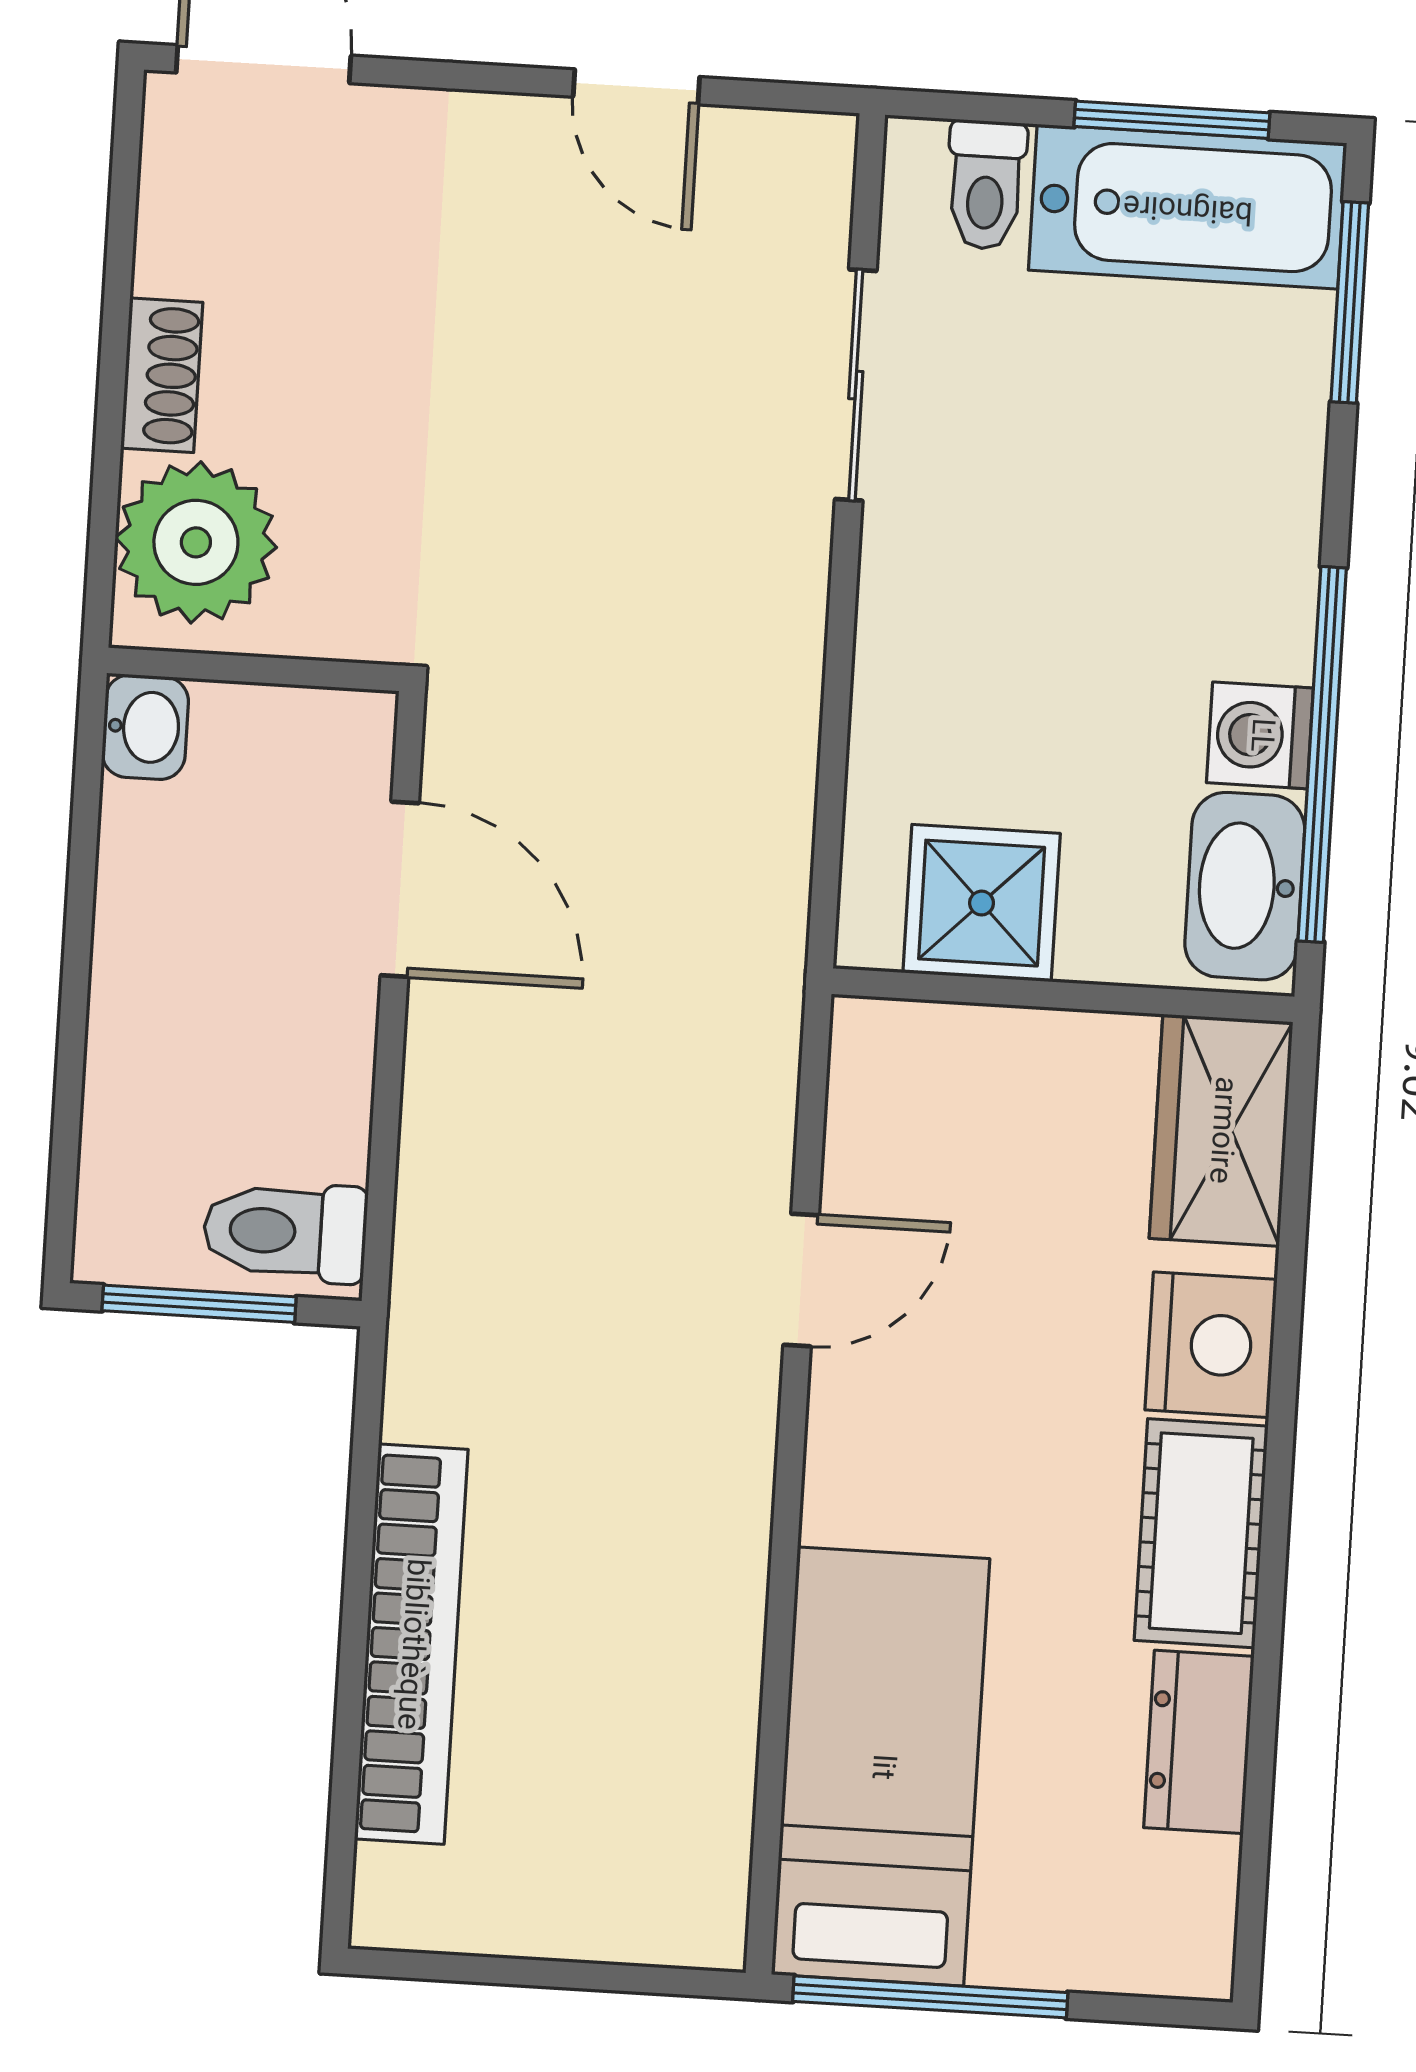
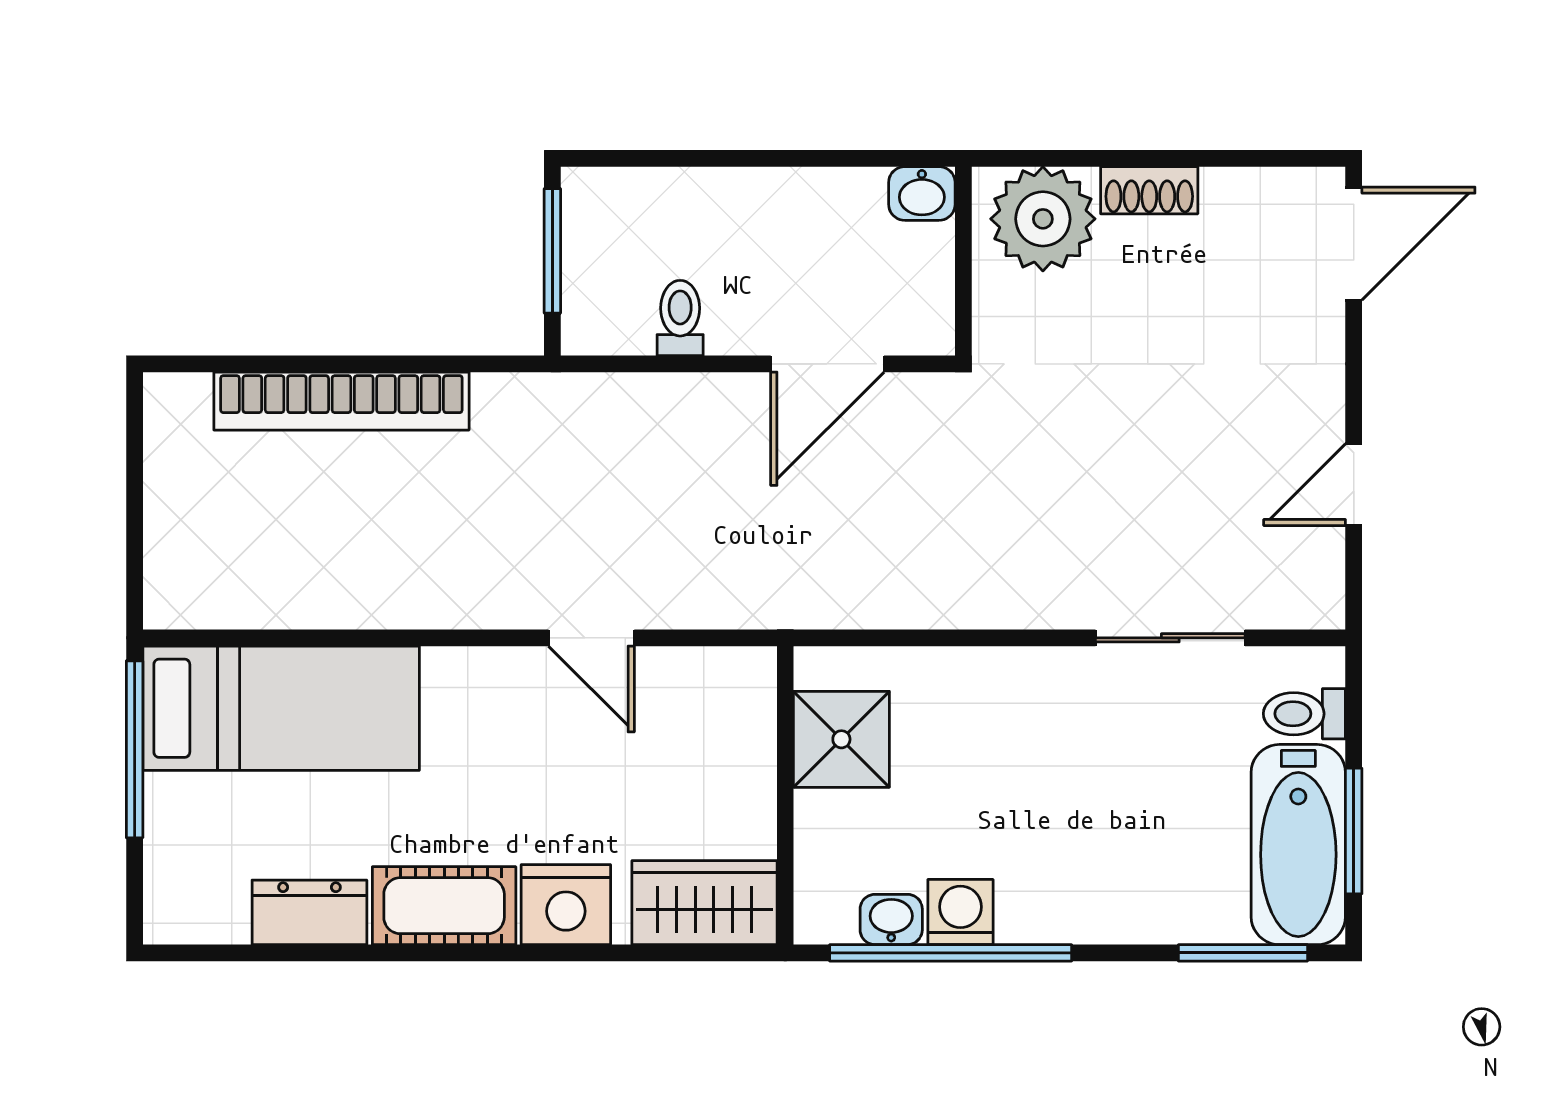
washbasin: (1245, 886) -> (891, 919), width x0.52, depth x0.69
toilet: (285, 1232) -> (680, 318), moved, width x0.73, depth x0.72

